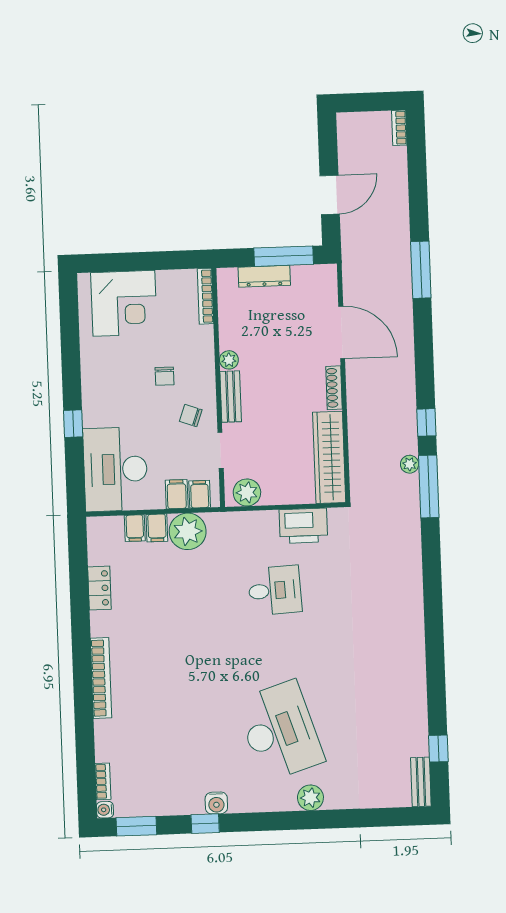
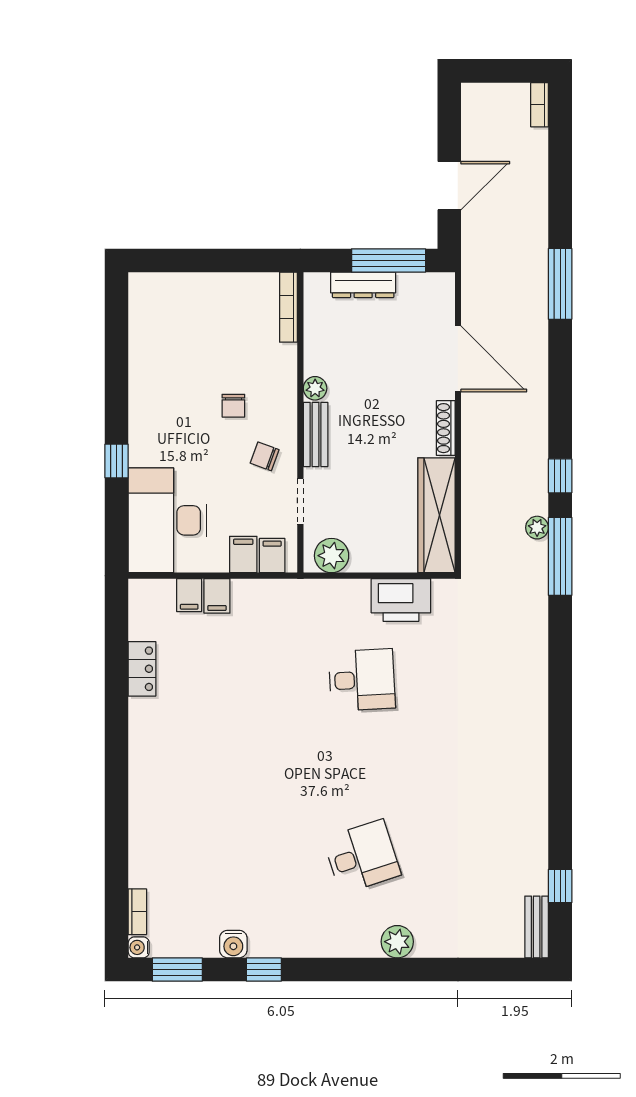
corner desk: (124, 303) -> (186, 312), removed
plant: (188, 531) -> (255, 602), removed
bookcase: (101, 678) -> (140, 782), removed
desk: (280, 731) -> (362, 857), width x0.53, depth x0.77
water cooler: (216, 803) -> (233, 944), moved

